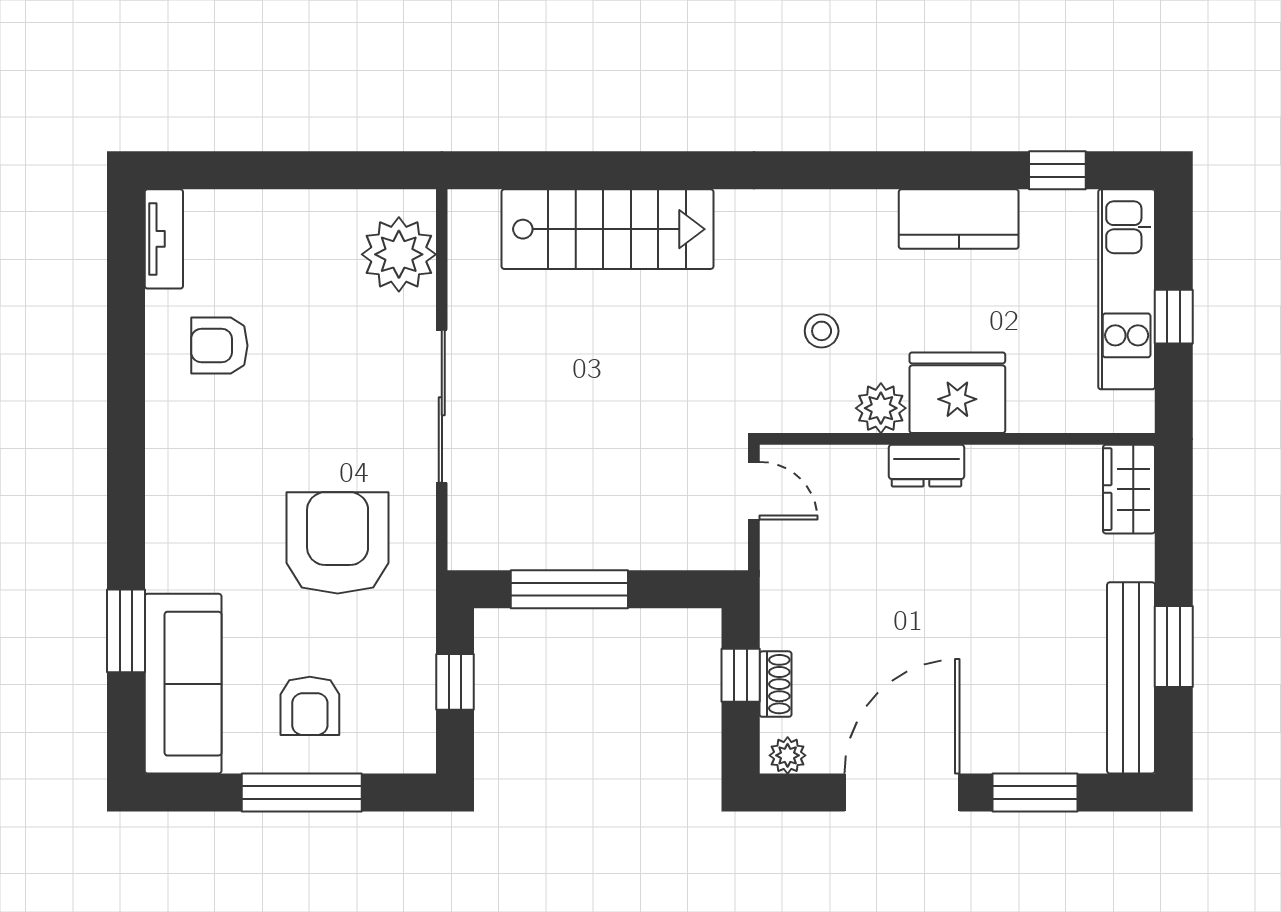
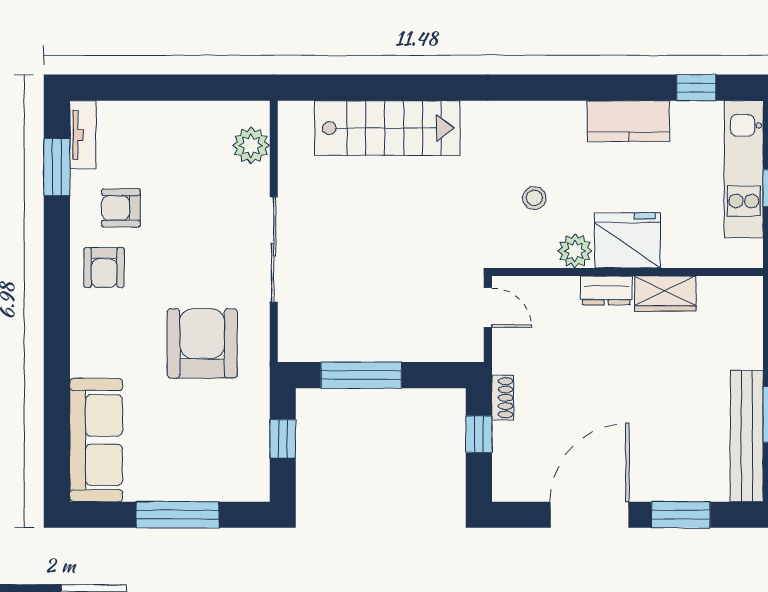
plant: (399, 254) -> (251, 145), width x0.73, depth x0.73
wardrobe: (1129, 489) -> (665, 294), moved, turned -90
window: (126, 631) -> (57, 167), moved
shoe rack: (776, 684) -> (503, 398), moved
armchair: (310, 706) -> (104, 267), moved
plant: (788, 755) -> (511, 489), removed

